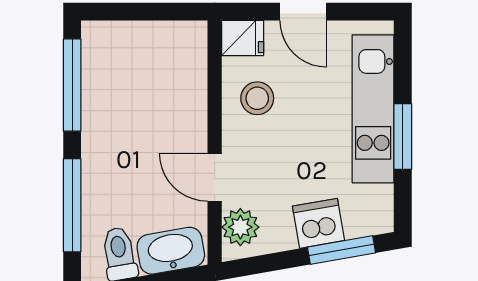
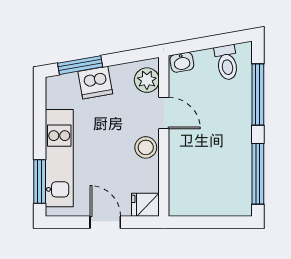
stool: (257, 98) -> (146, 147), moved
window: (403, 137) -> (40, 181), moved
washbasin: (171, 251) -> (182, 62), width x0.52, depth x0.69

